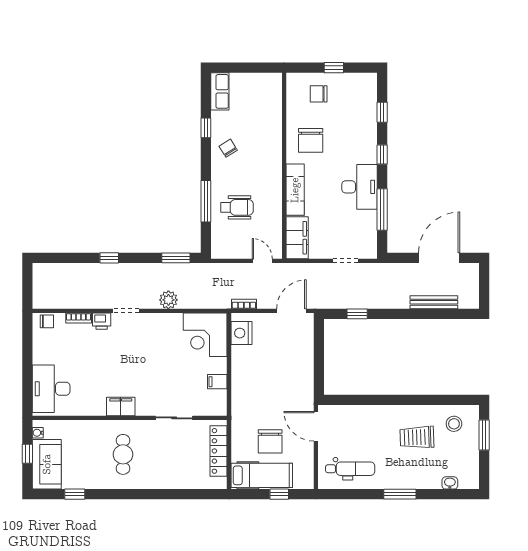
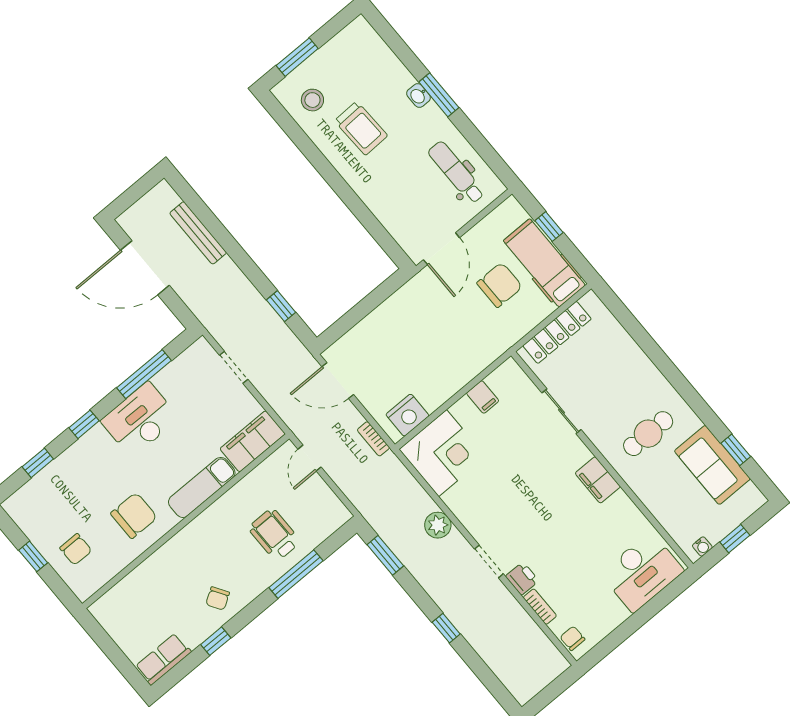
sofa: (47, 464) -> (712, 465), moved, turned -90
washbasin: (450, 483) -> (419, 96), moved

